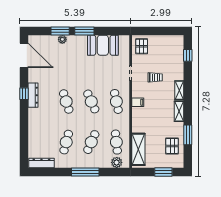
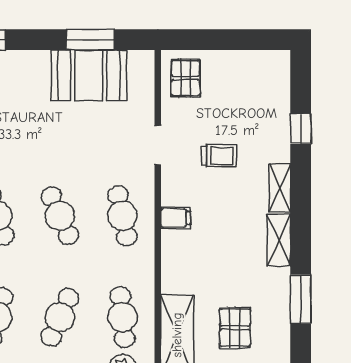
window: (84, 31) -> (90, 40), moved
window: (188, 55) -> (301, 129), moved
pallet: (172, 146) -> (235, 328), moved

